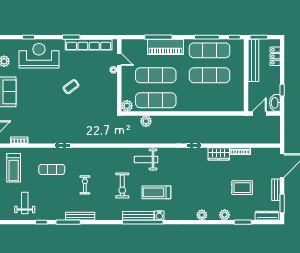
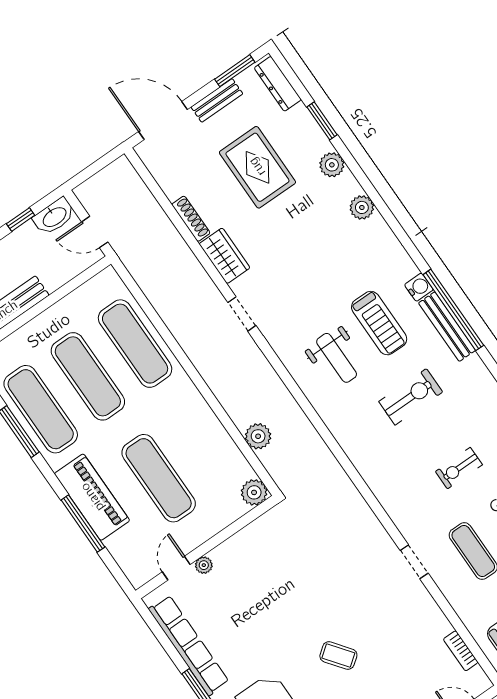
coffee table: (71, 87) -> (338, 656), moved
exercise mat: (156, 100) -> (135, 344), moved
weight bench: (146, 159) -> (337, 358), moved
rug: (242, 188) -> (257, 167), width x1.36, depth x1.43

